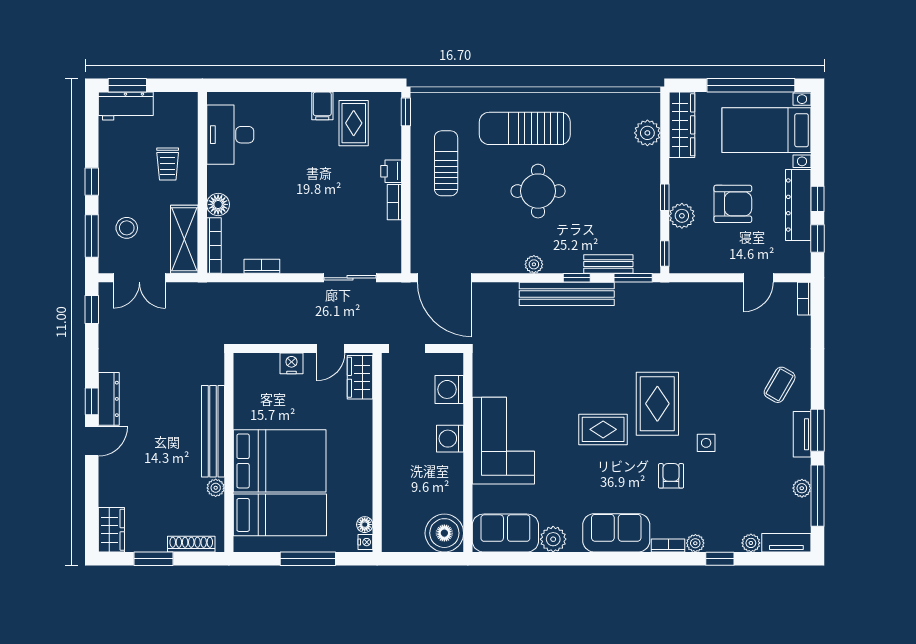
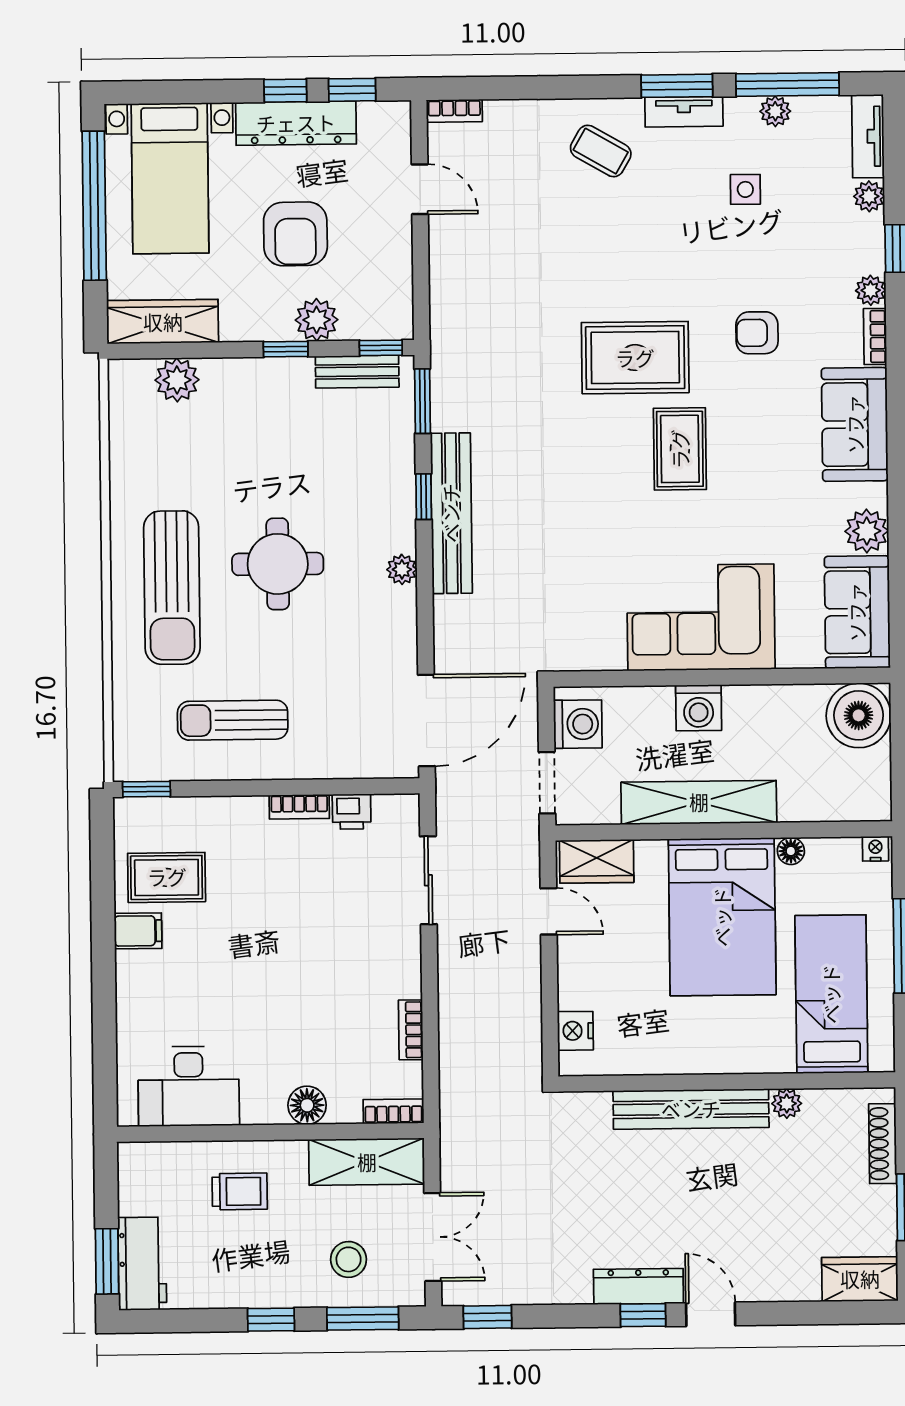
printer: (391, 171) -> (352, 812), moved
armchair: (733, 204) -> (295, 234), turned 180
bookcase: (214, 245) -> (393, 1111), width x0.64
bench: (608, 264) -> (357, 372), moved, turned 90
nightstand: (291, 363) -> (575, 1031), moved
washing machine: (449, 389) -> (578, 724), moved, turned -90
shelving: (394, 438) -> (699, 802), added
side table: (706, 443) -> (745, 189), moved
bed: (280, 461) -> (722, 917), moved, turned 180
floor lamp: (365, 525) -> (791, 851), moved

